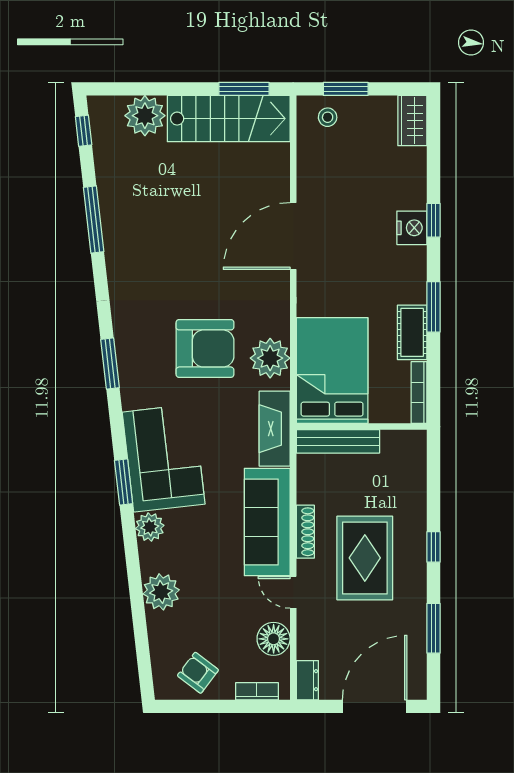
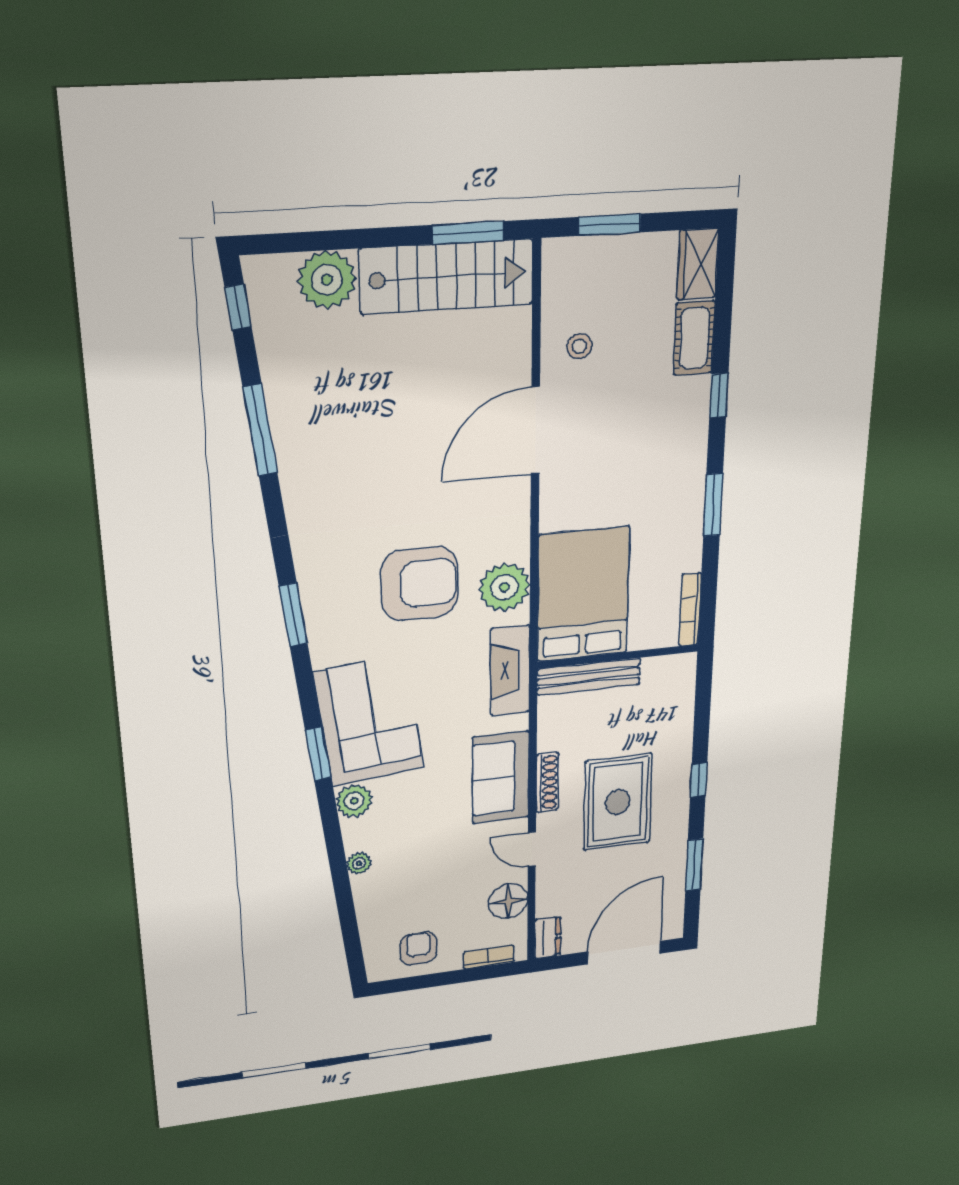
stool: (328, 117) -> (579, 346), moved
nightstand: (412, 228) -> (691, 408), removed
cot: (412, 332) -> (694, 338), moved
sofa: (267, 522) -> (501, 777), width x0.73
plant: (161, 592) -> (359, 863), width x0.53, depth x0.53
armchair: (198, 673) -> (418, 948), turned 53

